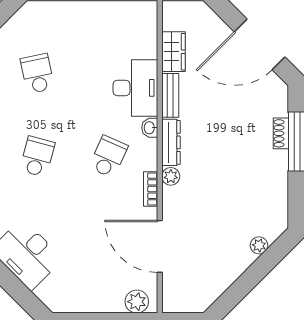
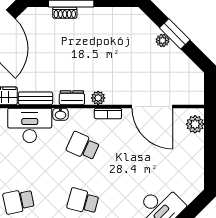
dresser: (171, 142) -> (72, 98), width x0.70
plant: (259, 245) -> (163, 41), moved
door: (160, 246) -> (152, 106), hinge flipped
window: (253, 275) -> (175, 34), added

